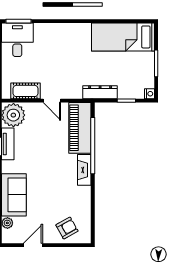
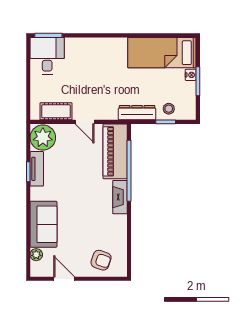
stool: (129, 89) -> (169, 109), added
nightstand: (149, 94) -> (191, 75), moved
armchair: (67, 228) -> (101, 260), turned 48
door: (33, 245) -> (64, 279), hinge flipped

